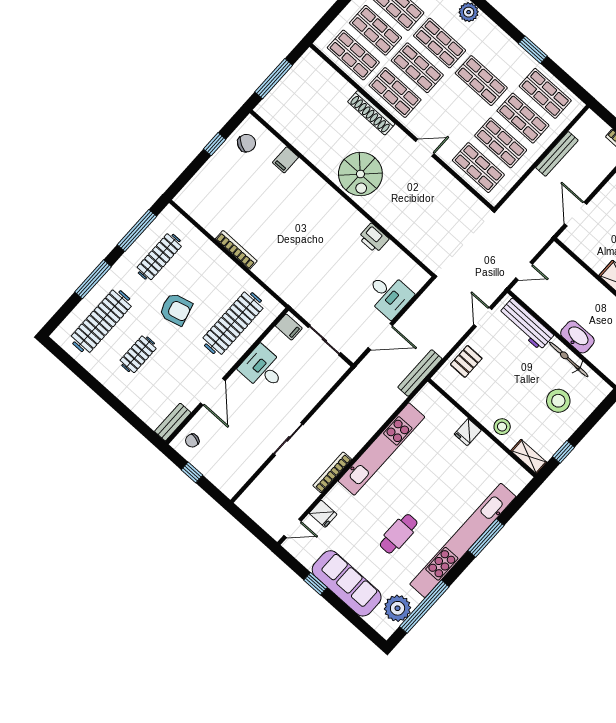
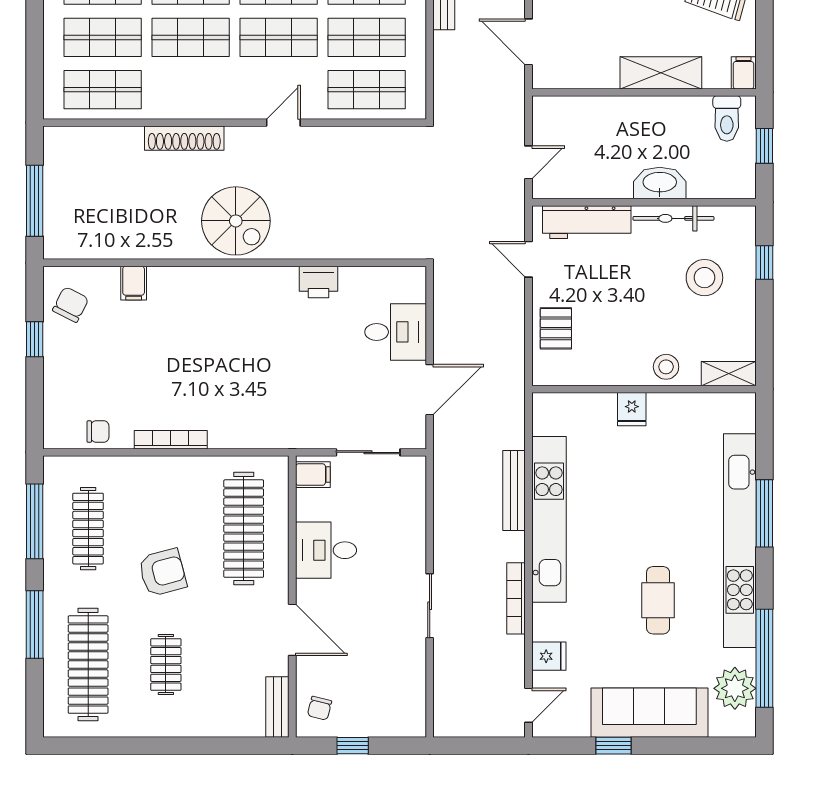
shop shelf: (395, 93) -> (279, 37), moved
chair: (205, 215) -> (98, 432), added
bench: (420, 373) -> (514, 490), moved
window: (564, 452) -> (764, 263), moved

